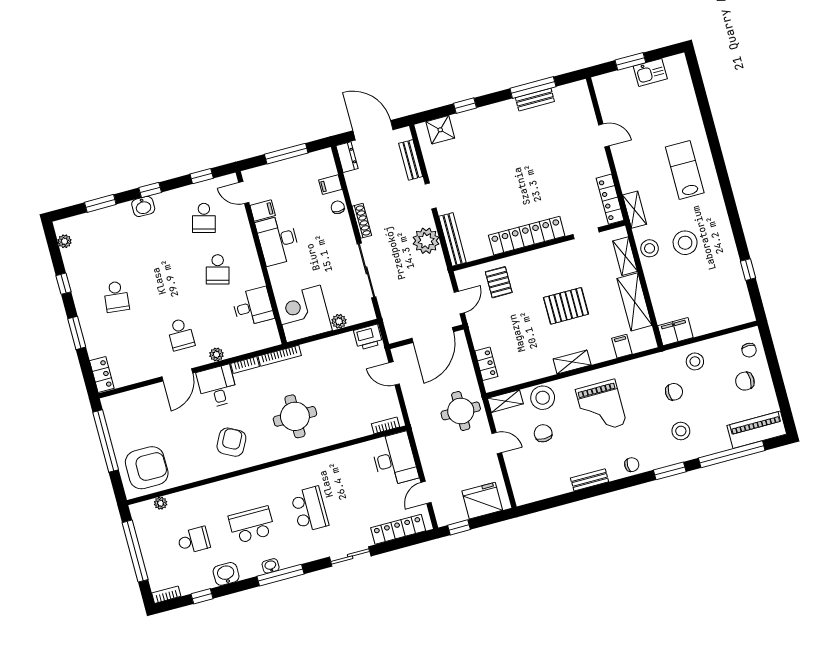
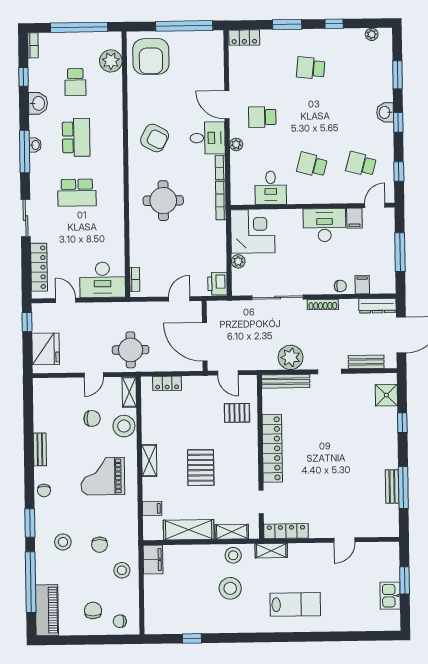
dresser: (347, 157) -> (377, 306), width x1.44
plant: (161, 503) -> (111, 61), width x1.88, depth x1.88

